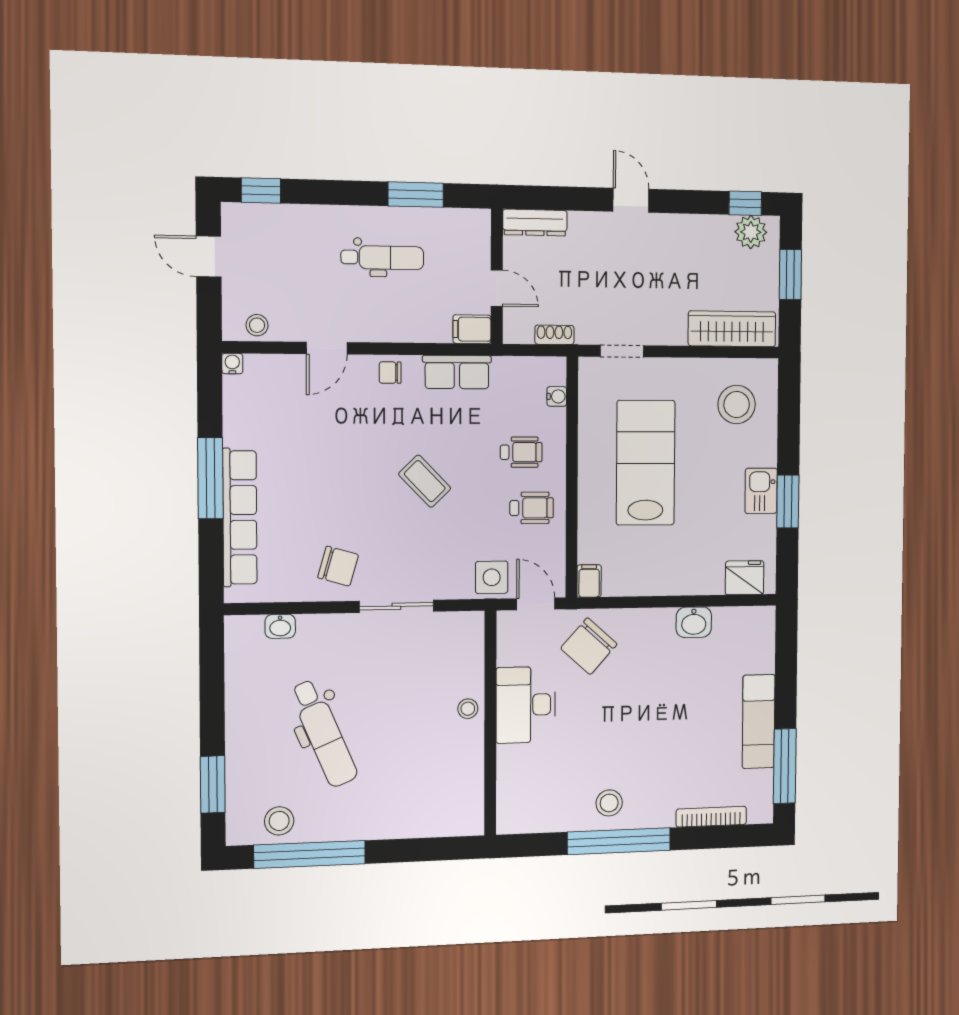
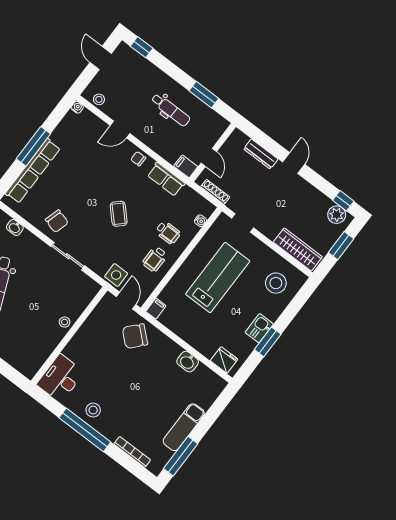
dresser: (535, 223) -> (261, 154), moved
shoe rack: (554, 335) -> (215, 192), width x1.43
wheelchair: (532, 508) -> (155, 259), turned 90
desk: (526, 705) -> (60, 378), moved

